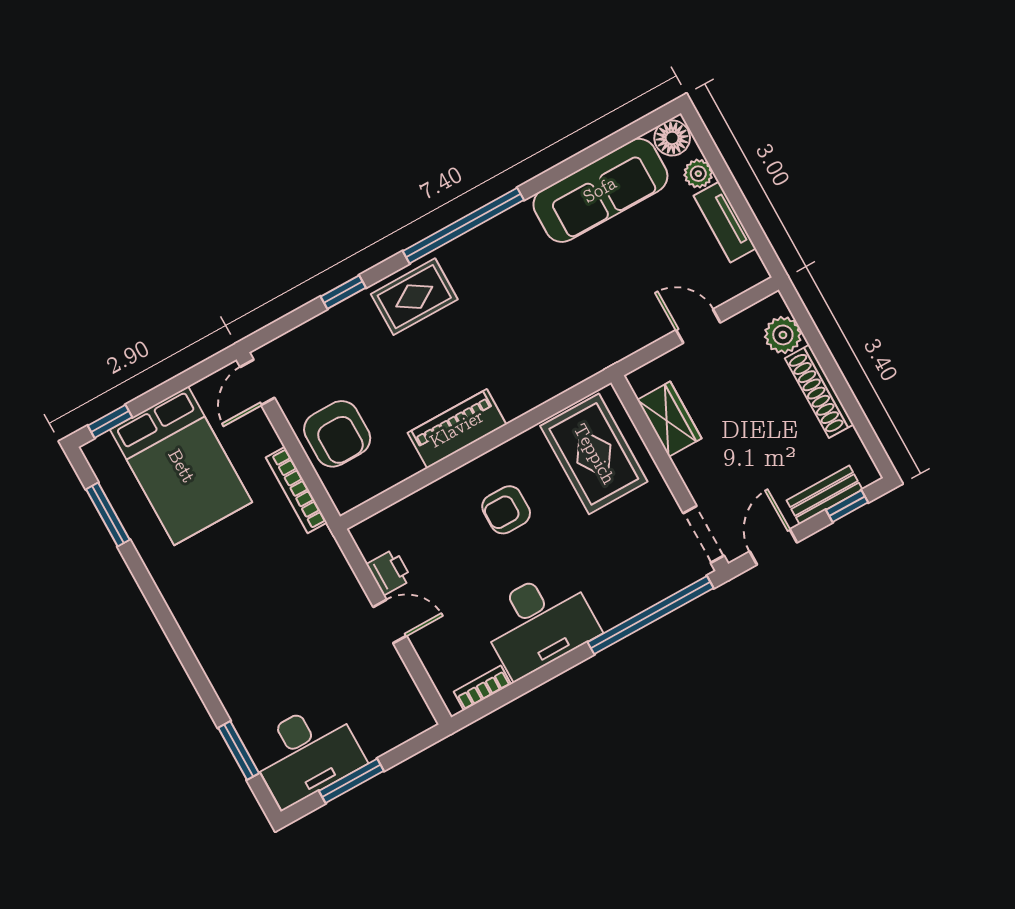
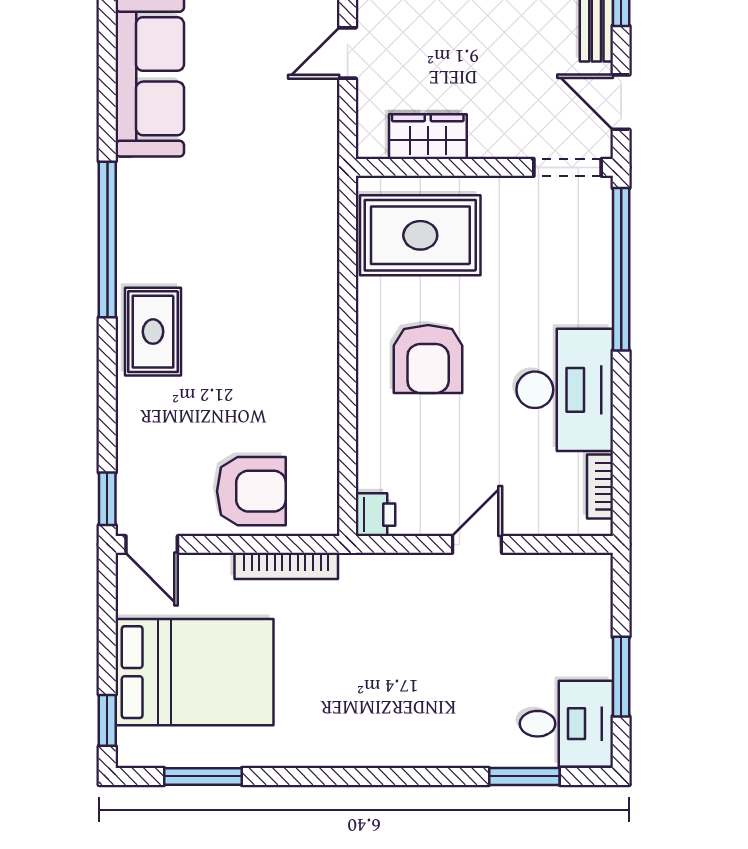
window: (343, 292) -> (107, 499), moved
piano: (457, 429) -> (315, 363), removed
armchair: (506, 510) -> (428, 359), width x1.38, depth x1.38
printer: (389, 572) -> (375, 515), moved, turned 90
desk: (306, 753) -> (566, 724), width x0.73

